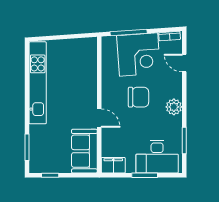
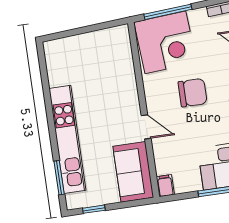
corner desk: (139, 55) -> (165, 42), moved
kitchen unit: (38, 83) -> (67, 139), moved
filing cabinet: (113, 165) -> (165, 186), width x0.50

